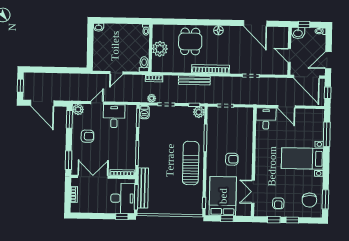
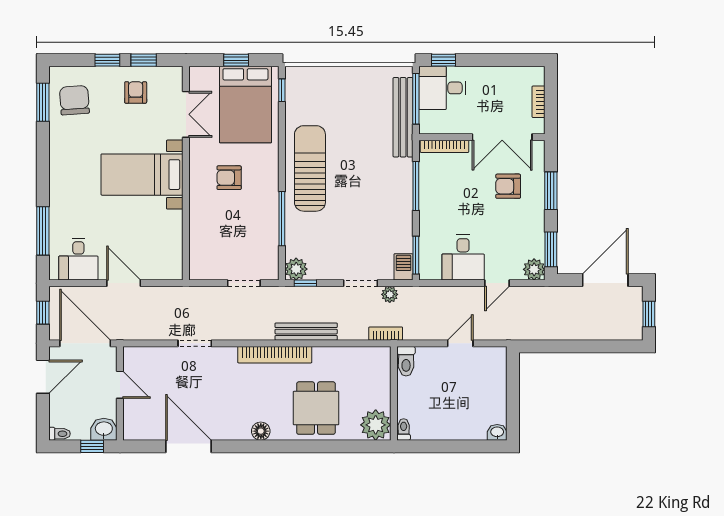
plant: (160, 49) -> (376, 425), moved
door: (42, 103) -> (605, 280), hinge flipped
desk: (266, 119) -> (78, 259), moved
armchair: (87, 136) -> (508, 186), moved
bed with nightstands: (302, 158) -> (142, 175), moved, turned 180
window: (69, 160) -> (551, 191), moved
sun lounger: (191, 163) -> (310, 168), turned 180
desk: (123, 198) -> (442, 88), width x0.73

